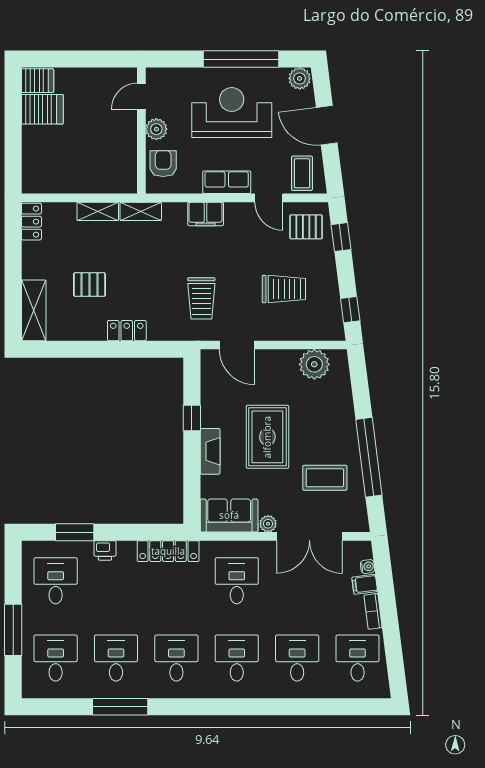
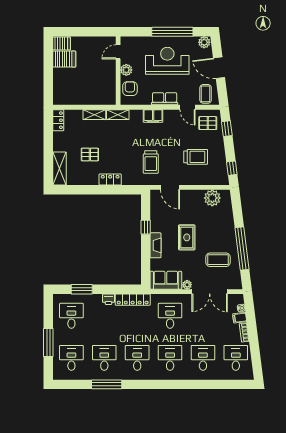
rug: (267, 437) -> (187, 237), width x0.73, depth x0.70
printer: (105, 550) -> (108, 299), moved

